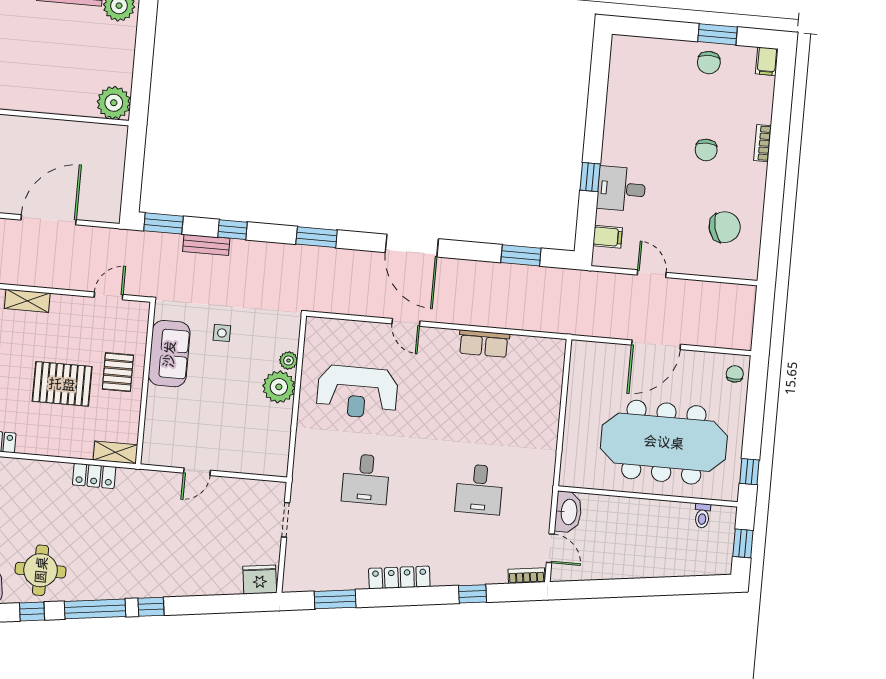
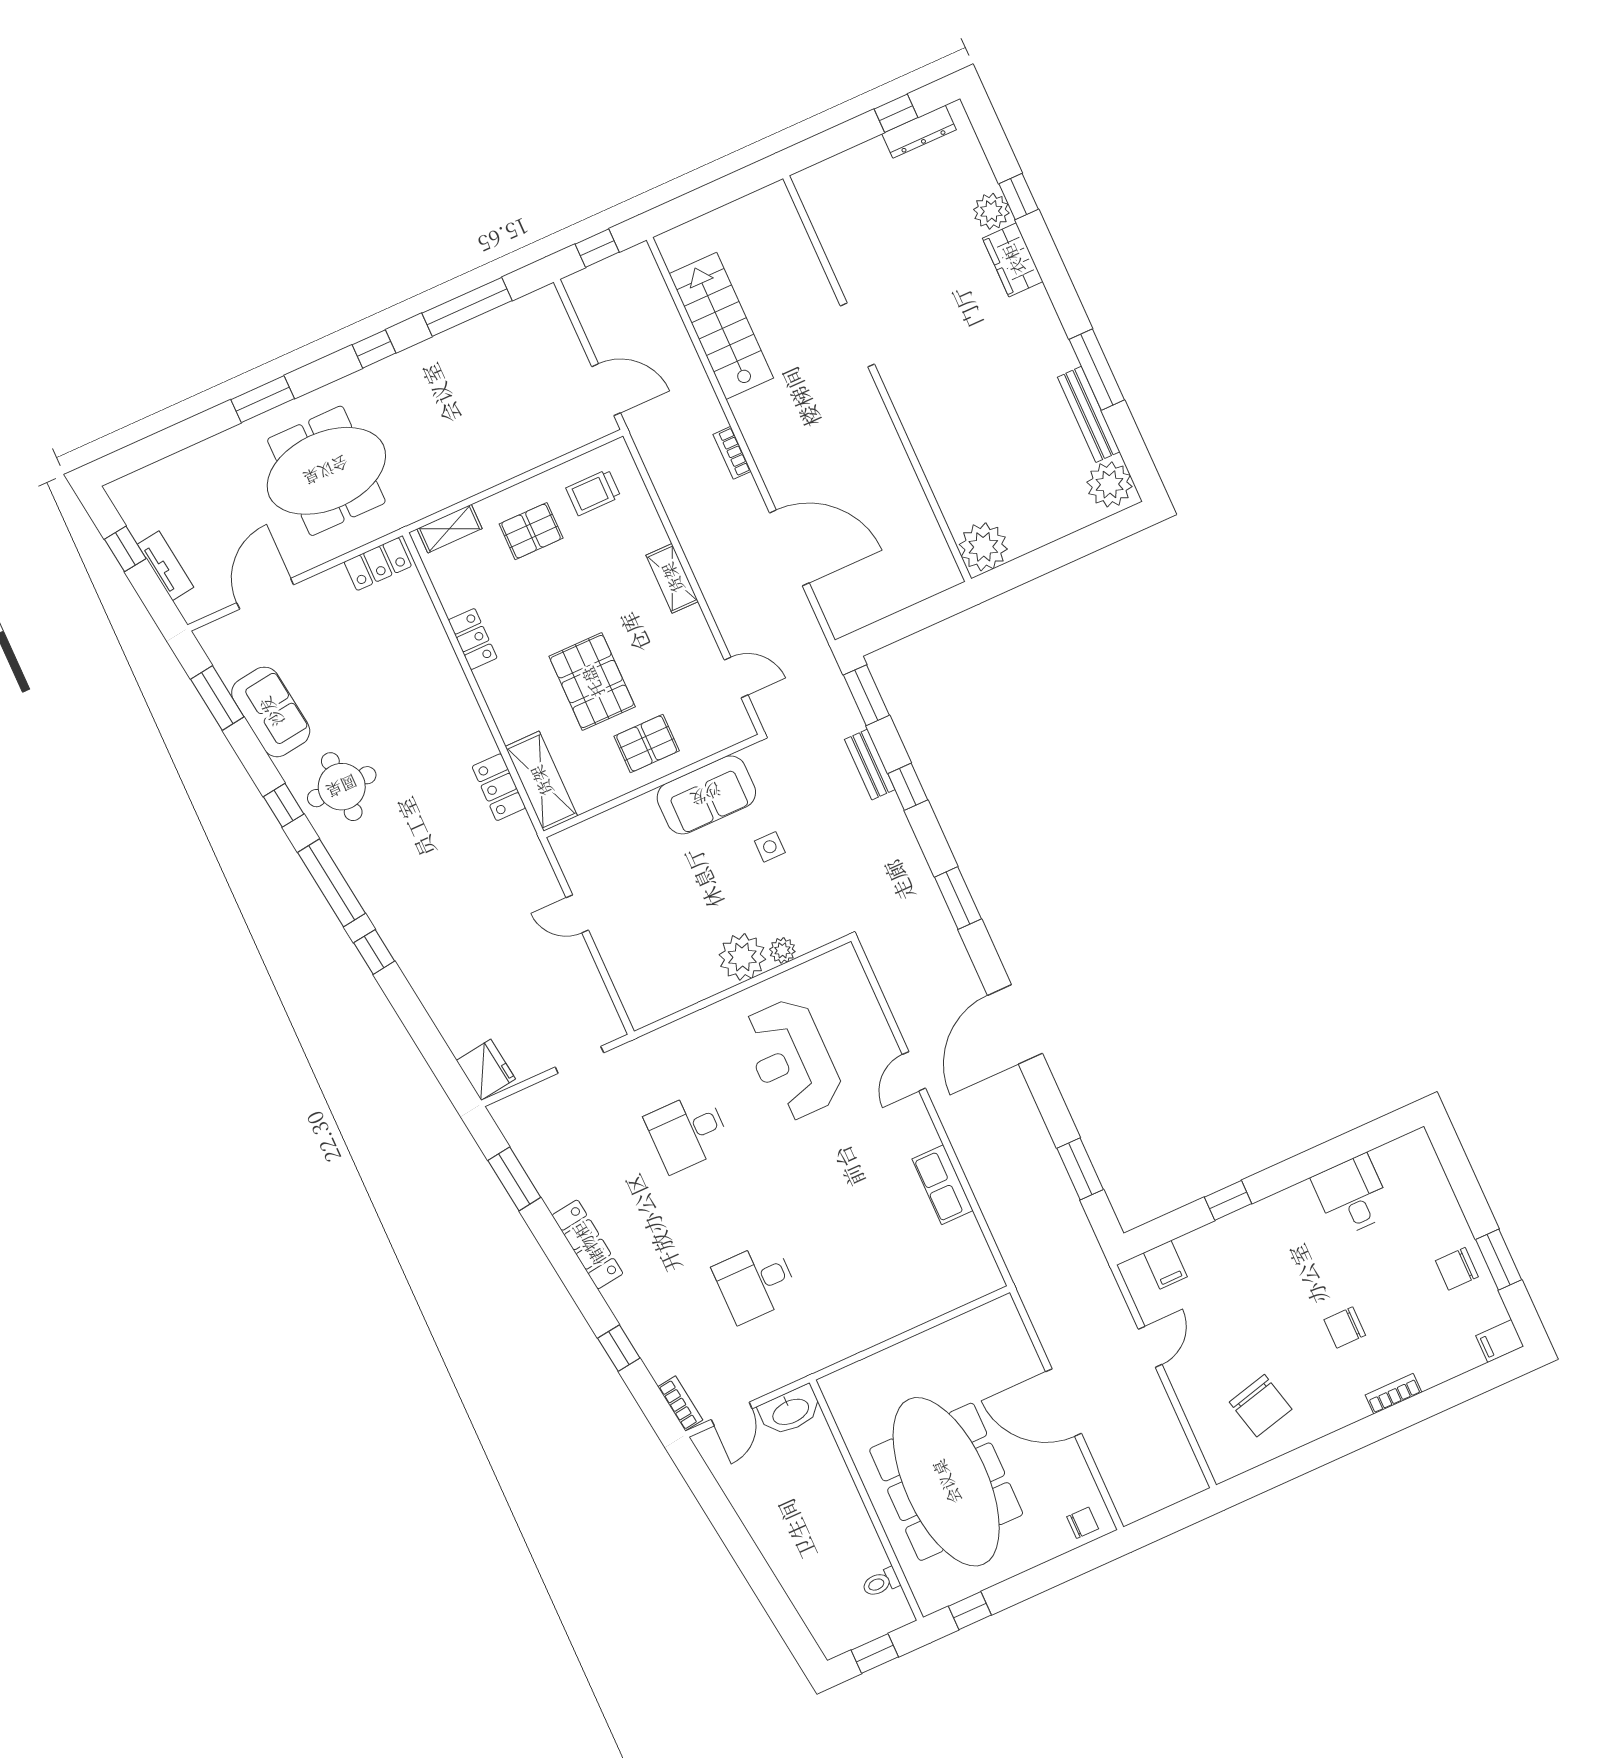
desk: (621, 189) -> (1352, 1195), moved
shelving: (115, 452) -> (541, 781), width x1.50, depth x1.33

